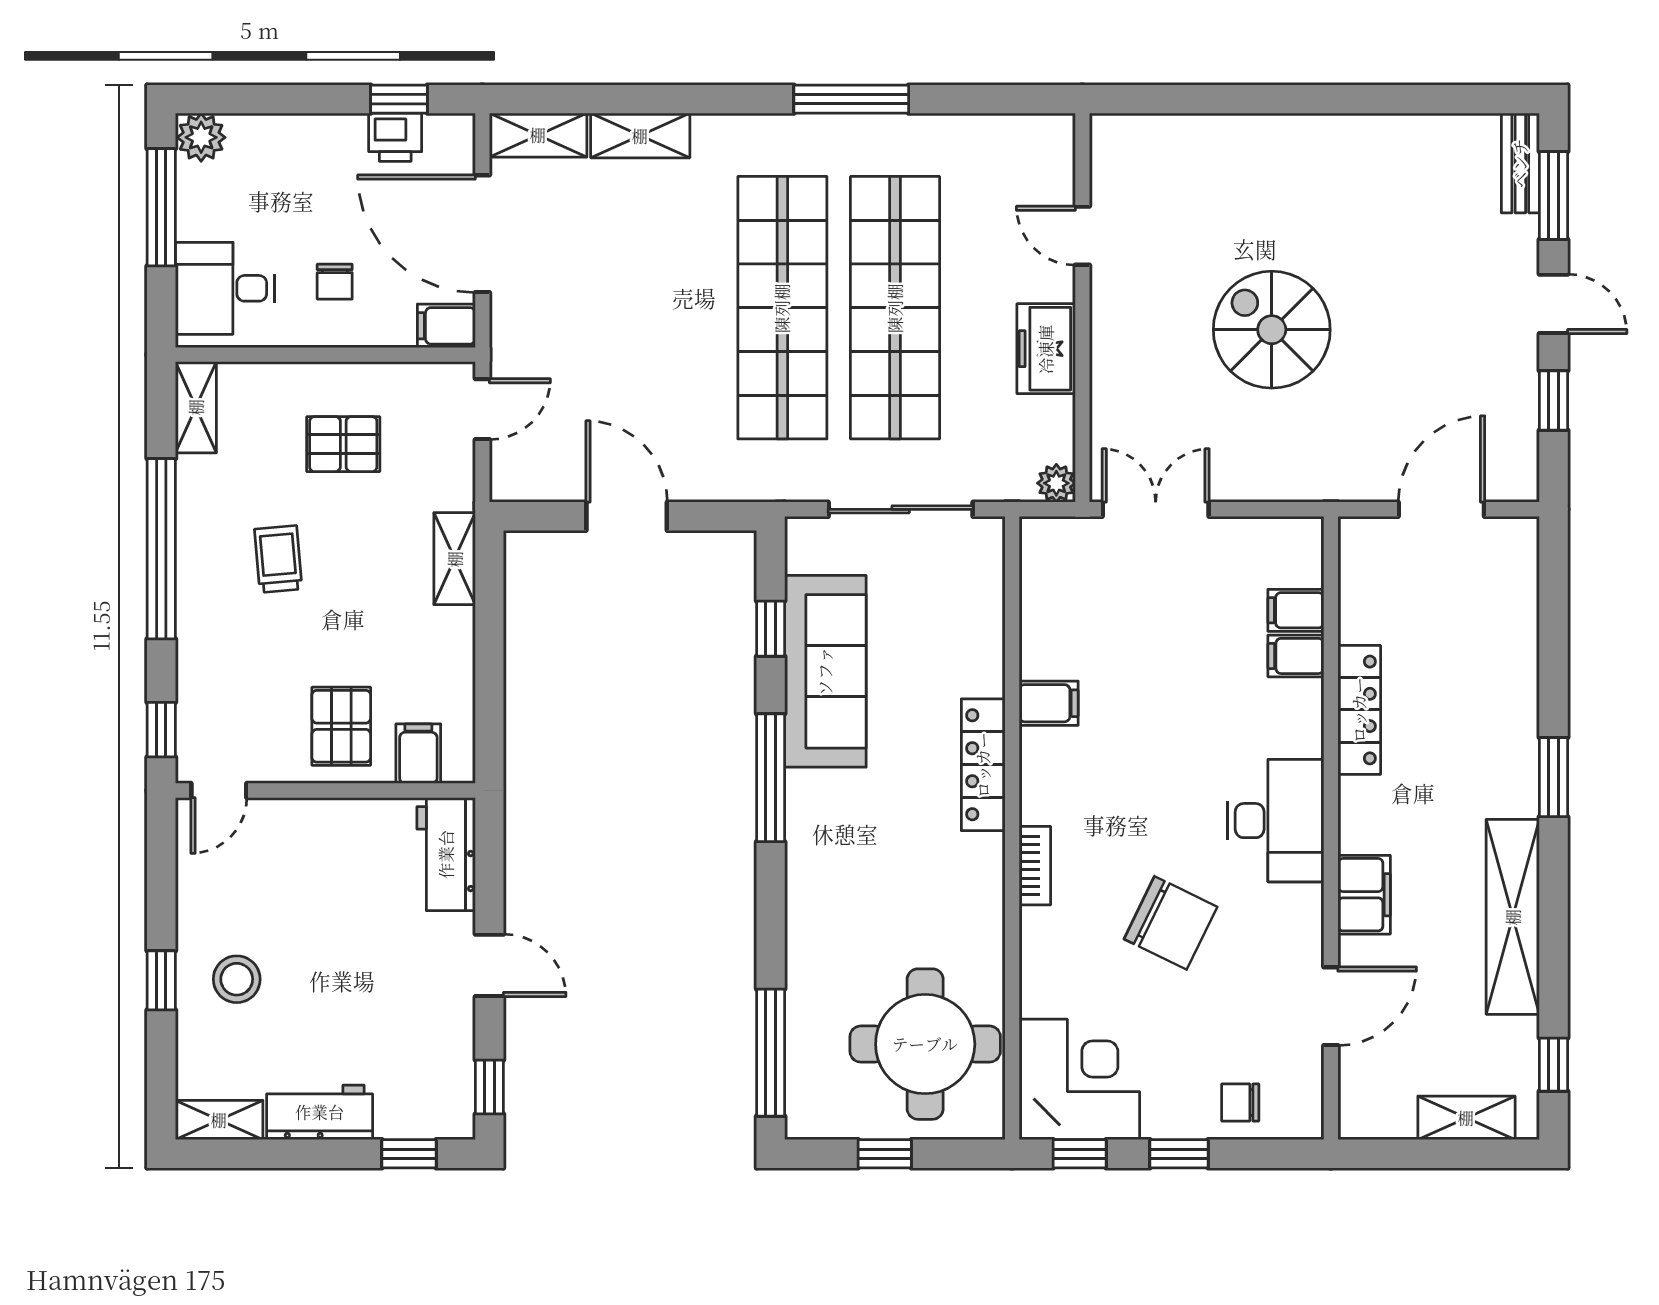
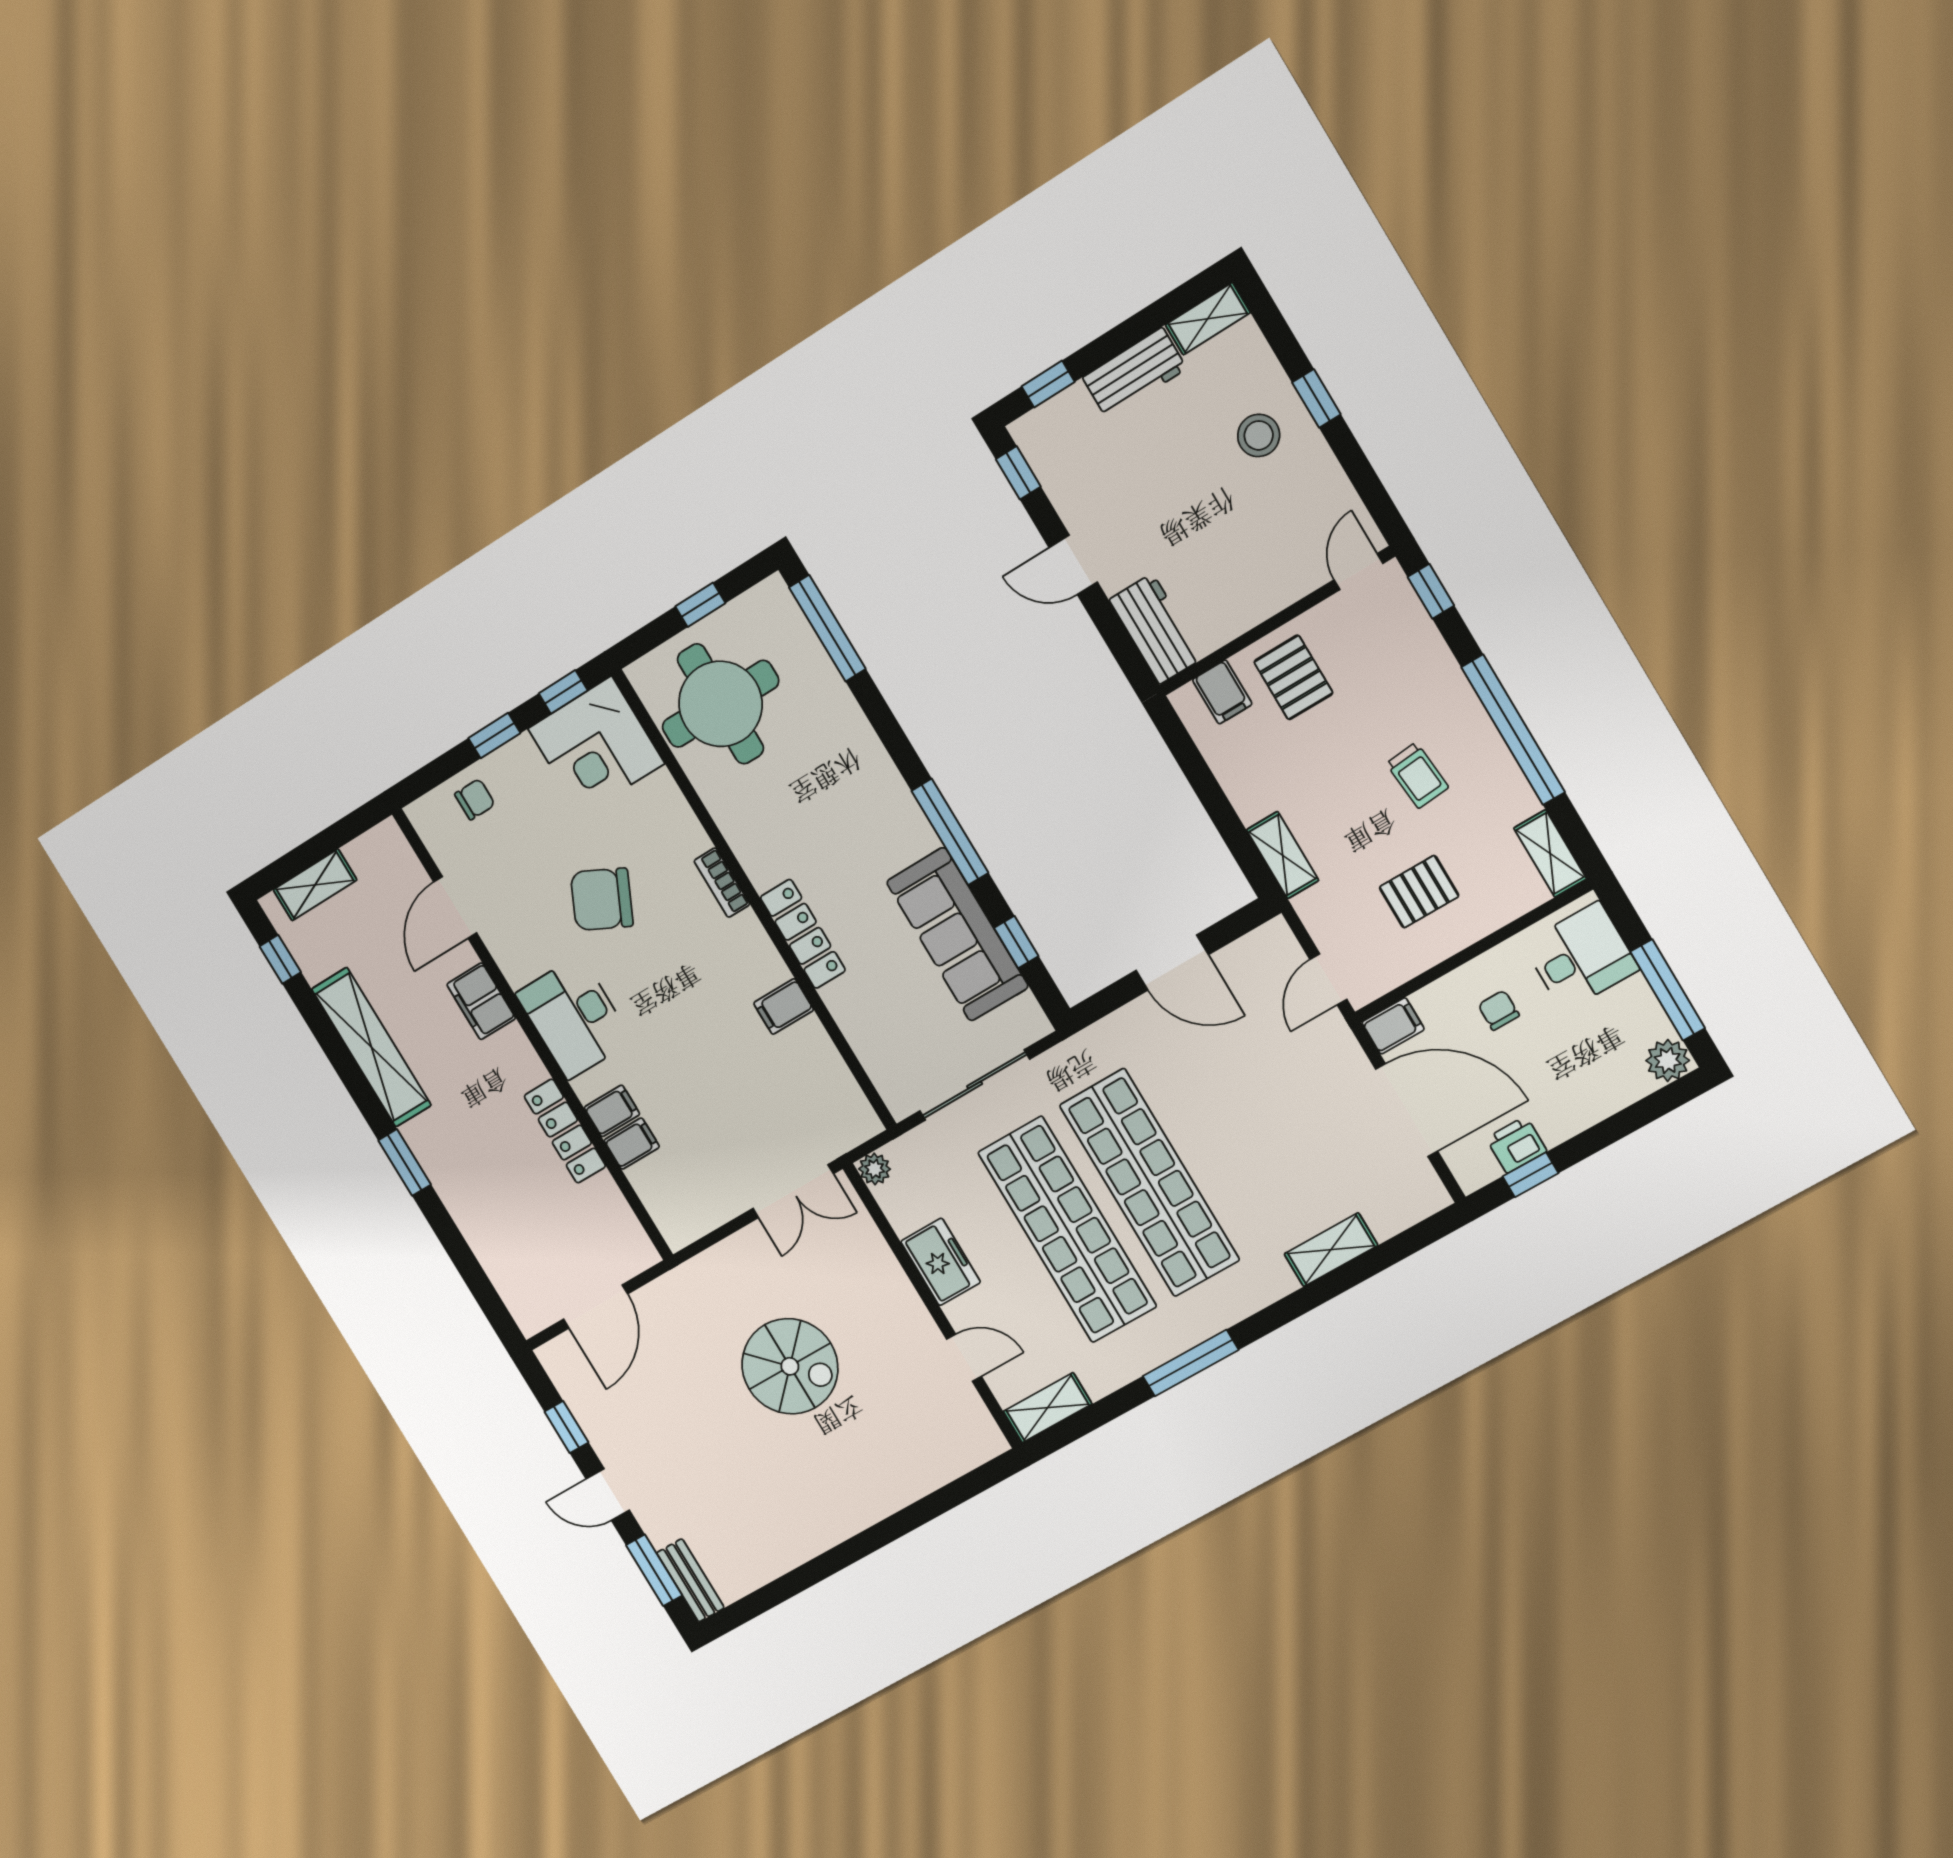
shelving: (538, 135) -> (1048, 1408), moved
filing cabinet: (1296, 610) -> (612, 1111), moved

